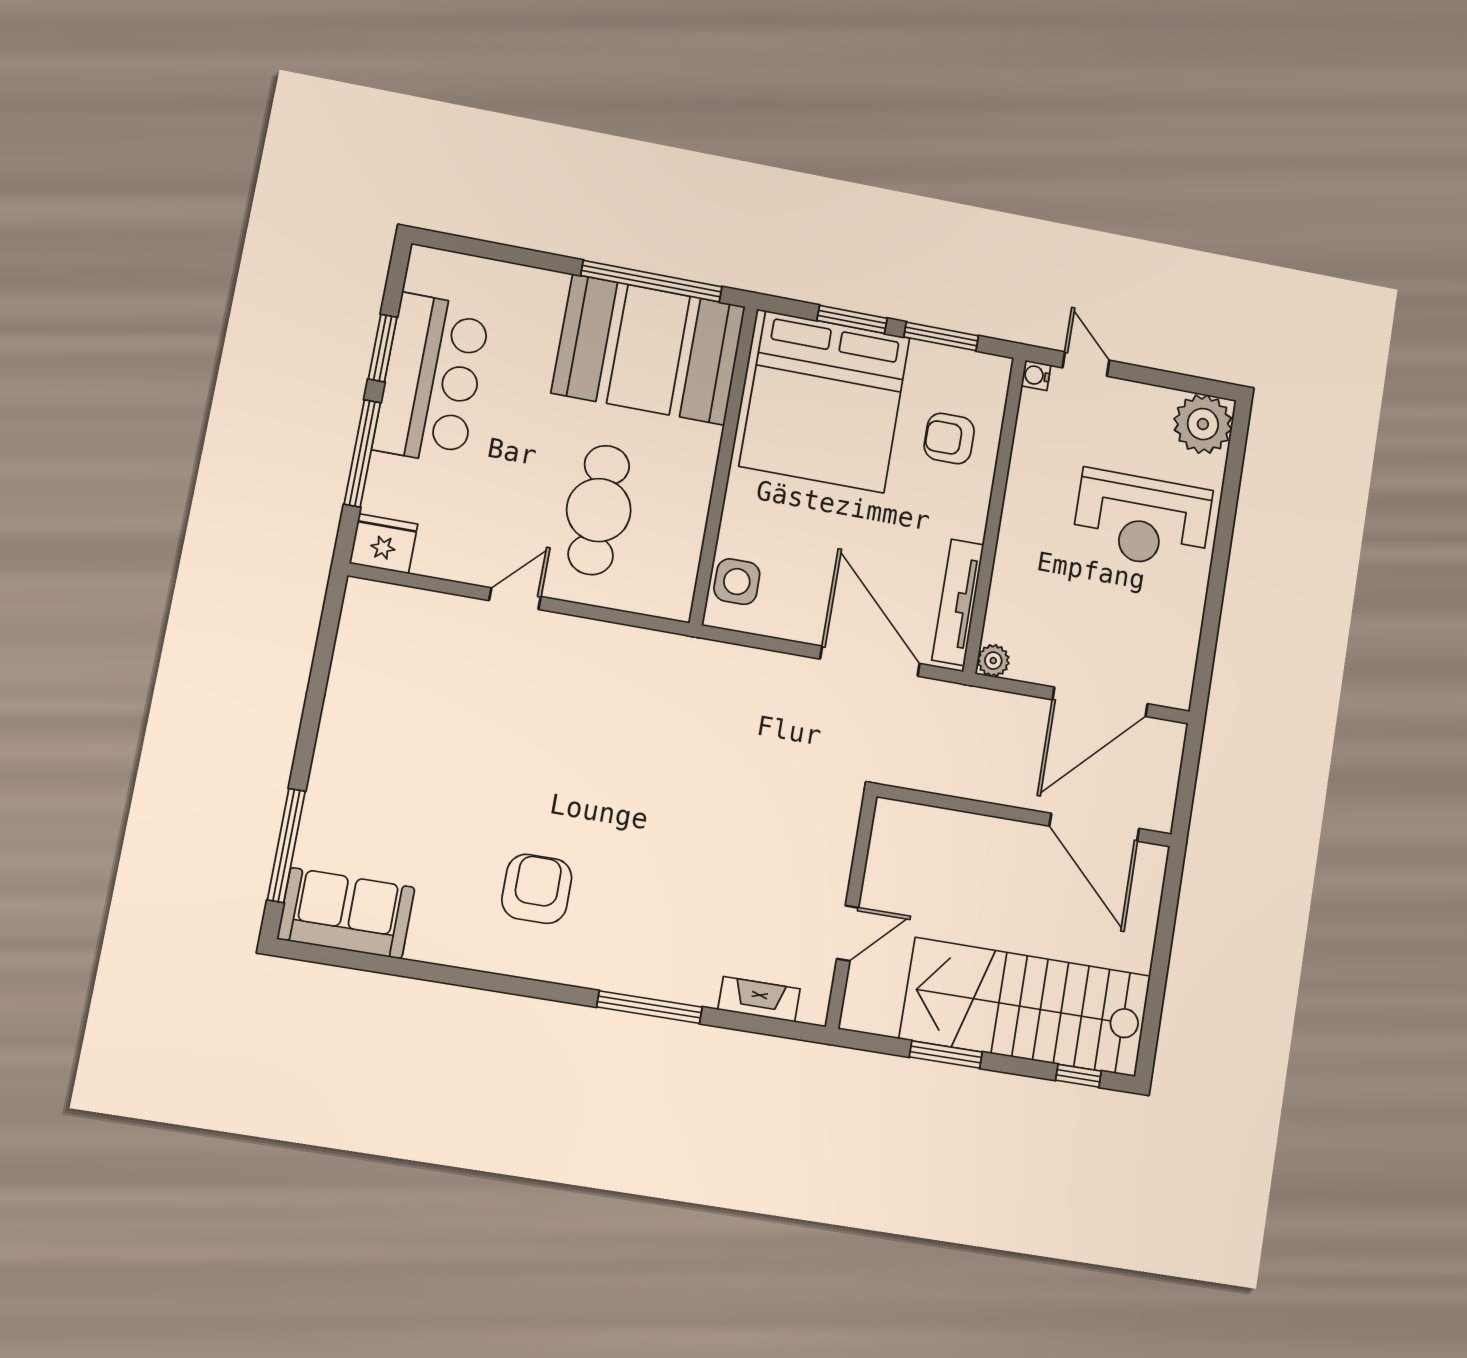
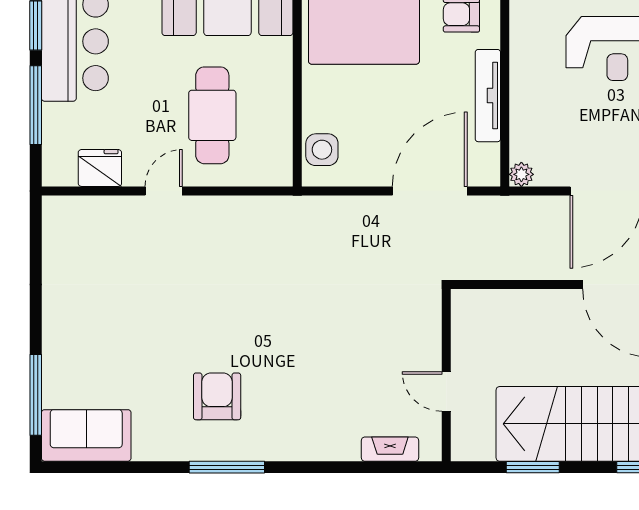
fridge: (384, 544) -> (100, 168), moved
tv unit: (958, 602) -> (488, 96), moved
door: (870, 661) -> (430, 191), hinge flipped
door: (848, 933) -> (446, 392), swing flipped
window: (650, 1007) -> (227, 467), moved

